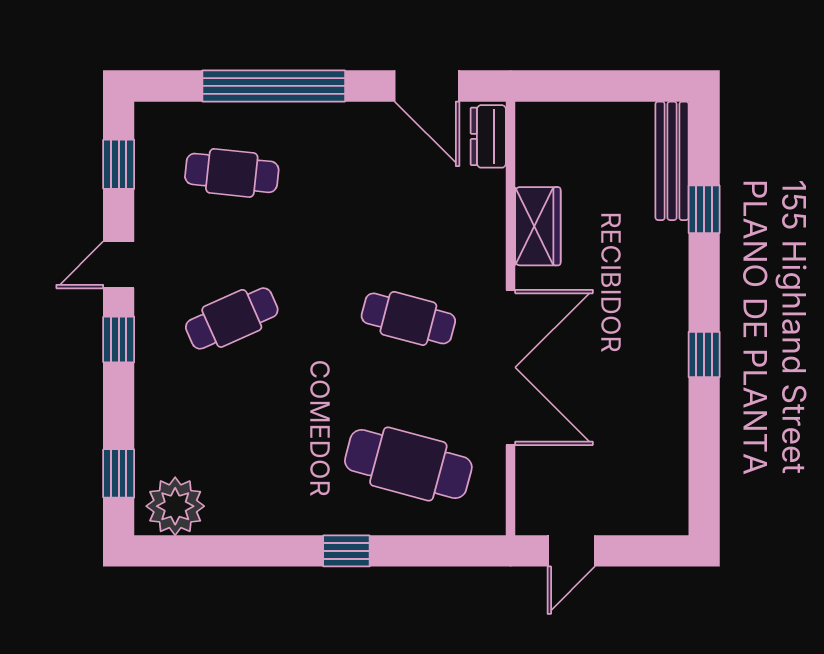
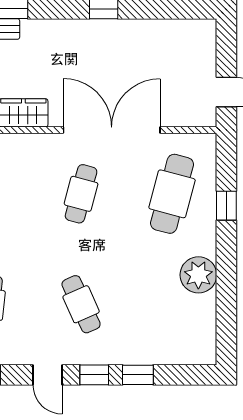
window: (119, 473) -> (138, 375), moved
plant: (175, 506) -> (198, 275), moved
window: (346, 551) -> (226, 206), moved

